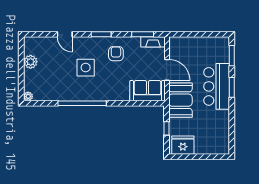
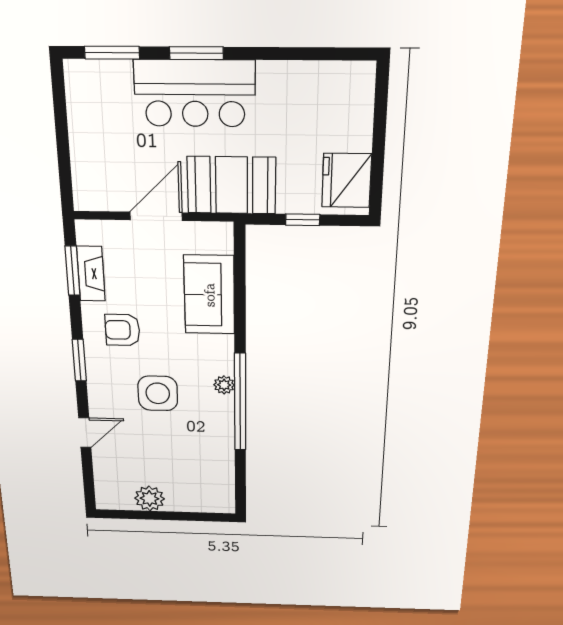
fireplace: (153, 42) -> (91, 274), moved
sofa: (148, 91) -> (209, 295), moved
plant: (28, 96) -> (224, 385), moved

